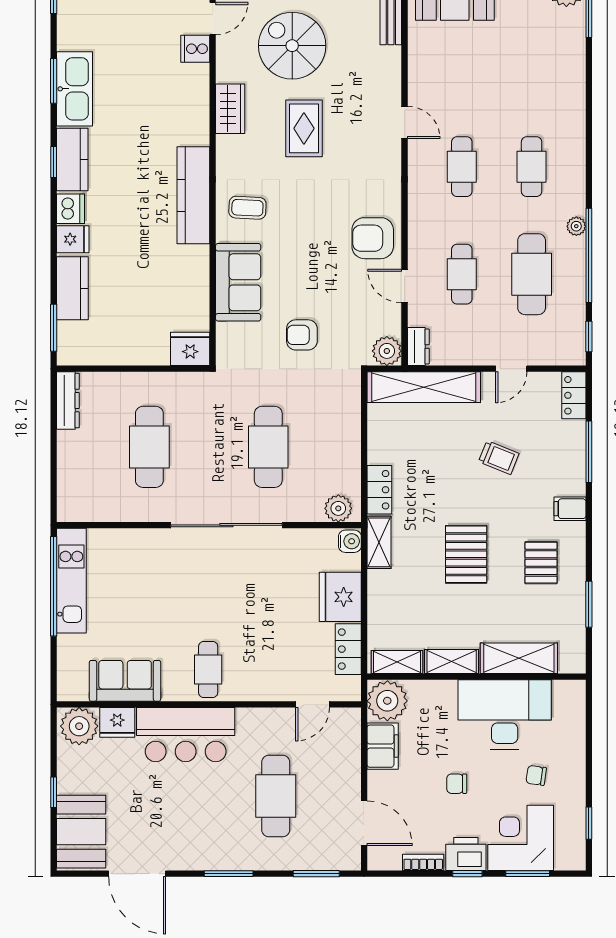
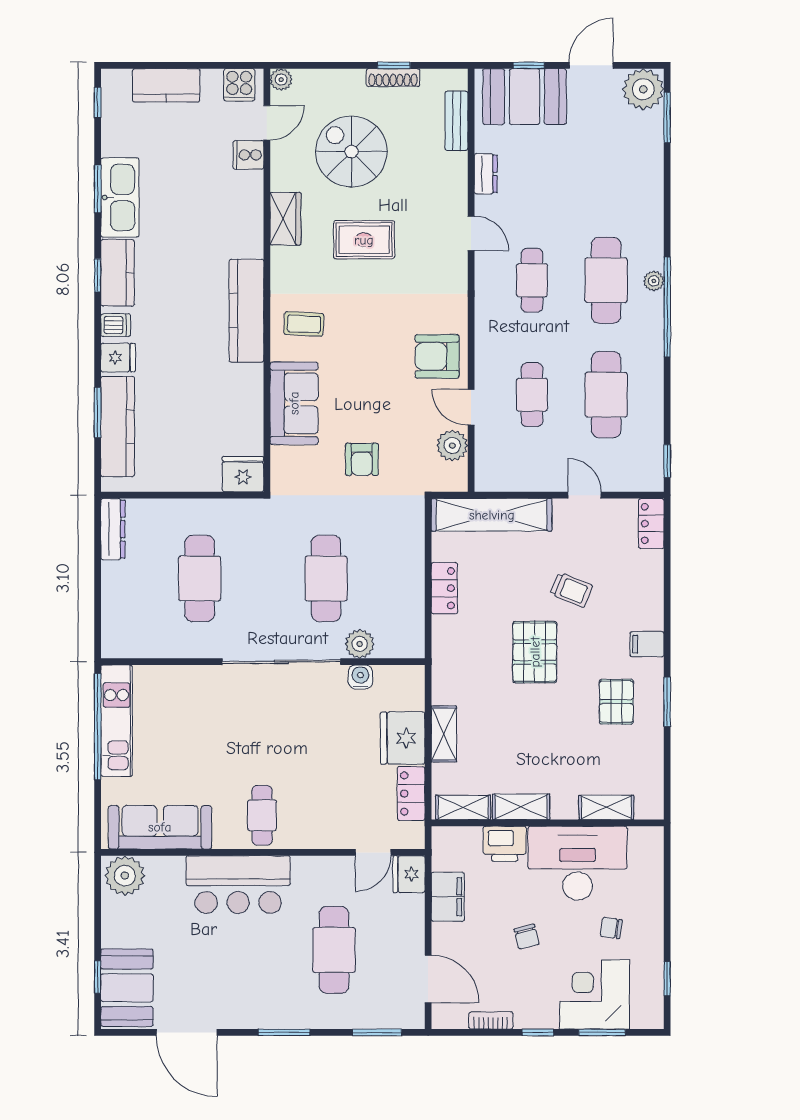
rug: (304, 128) -> (364, 240), turned 90
cafe table: (532, 167) -> (606, 280), width x1.37, depth x1.35
dishwasher: (71, 209) -> (116, 325), width x0.73
plant: (576, 226) -> (654, 281), moved
window: (589, 255) -> (667, 307), moved
kitchen counter: (72, 288) -> (118, 426), width x1.50
window: (54, 328) -> (98, 412), moved
armchair: (302, 335) -> (362, 459), turned -90
dresser: (418, 346) -> (486, 174), moved
plant: (387, 351) -> (452, 445), moved
door: (511, 369) -> (585, 495), swing flipped
window: (589, 452) -> (667, 584), removed
locker: (379, 490) -> (444, 588), moved
plant: (338, 508) -> (360, 644), moved
water cooler: (350, 541) -> (360, 677), moved, turned -90
shelving: (379, 542) -> (444, 734), moved
pallet: (466, 554) -> (535, 652), moved
window: (589, 604) -> (667, 702), moved
shelving: (519, 658) -> (606, 807), width x0.67, depth x0.75
sofa: (125, 681) -> (160, 827), width x1.36
plant: (387, 701) -> (453, 849), removed
fridge: (117, 722) -> (409, 874), moved, turned 90
chair: (457, 784) -> (527, 937), turned -104
window: (54, 792) -> (98, 977), moved
printer: (466, 854) -> (505, 844), moved, turned 180

